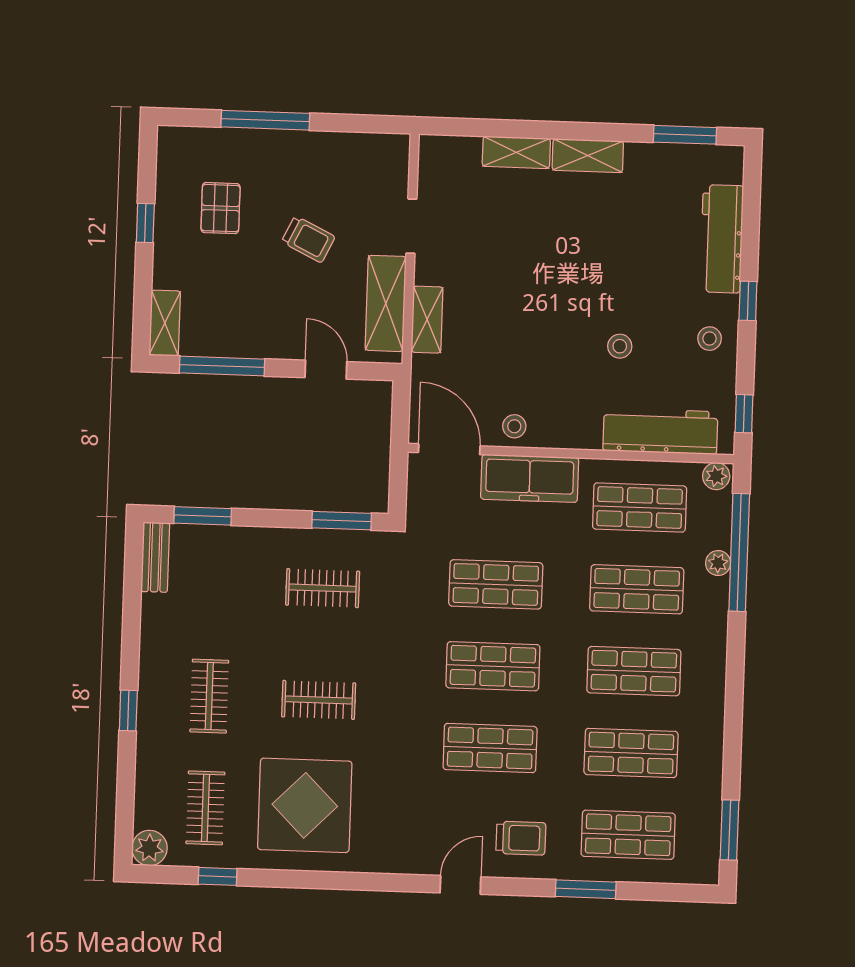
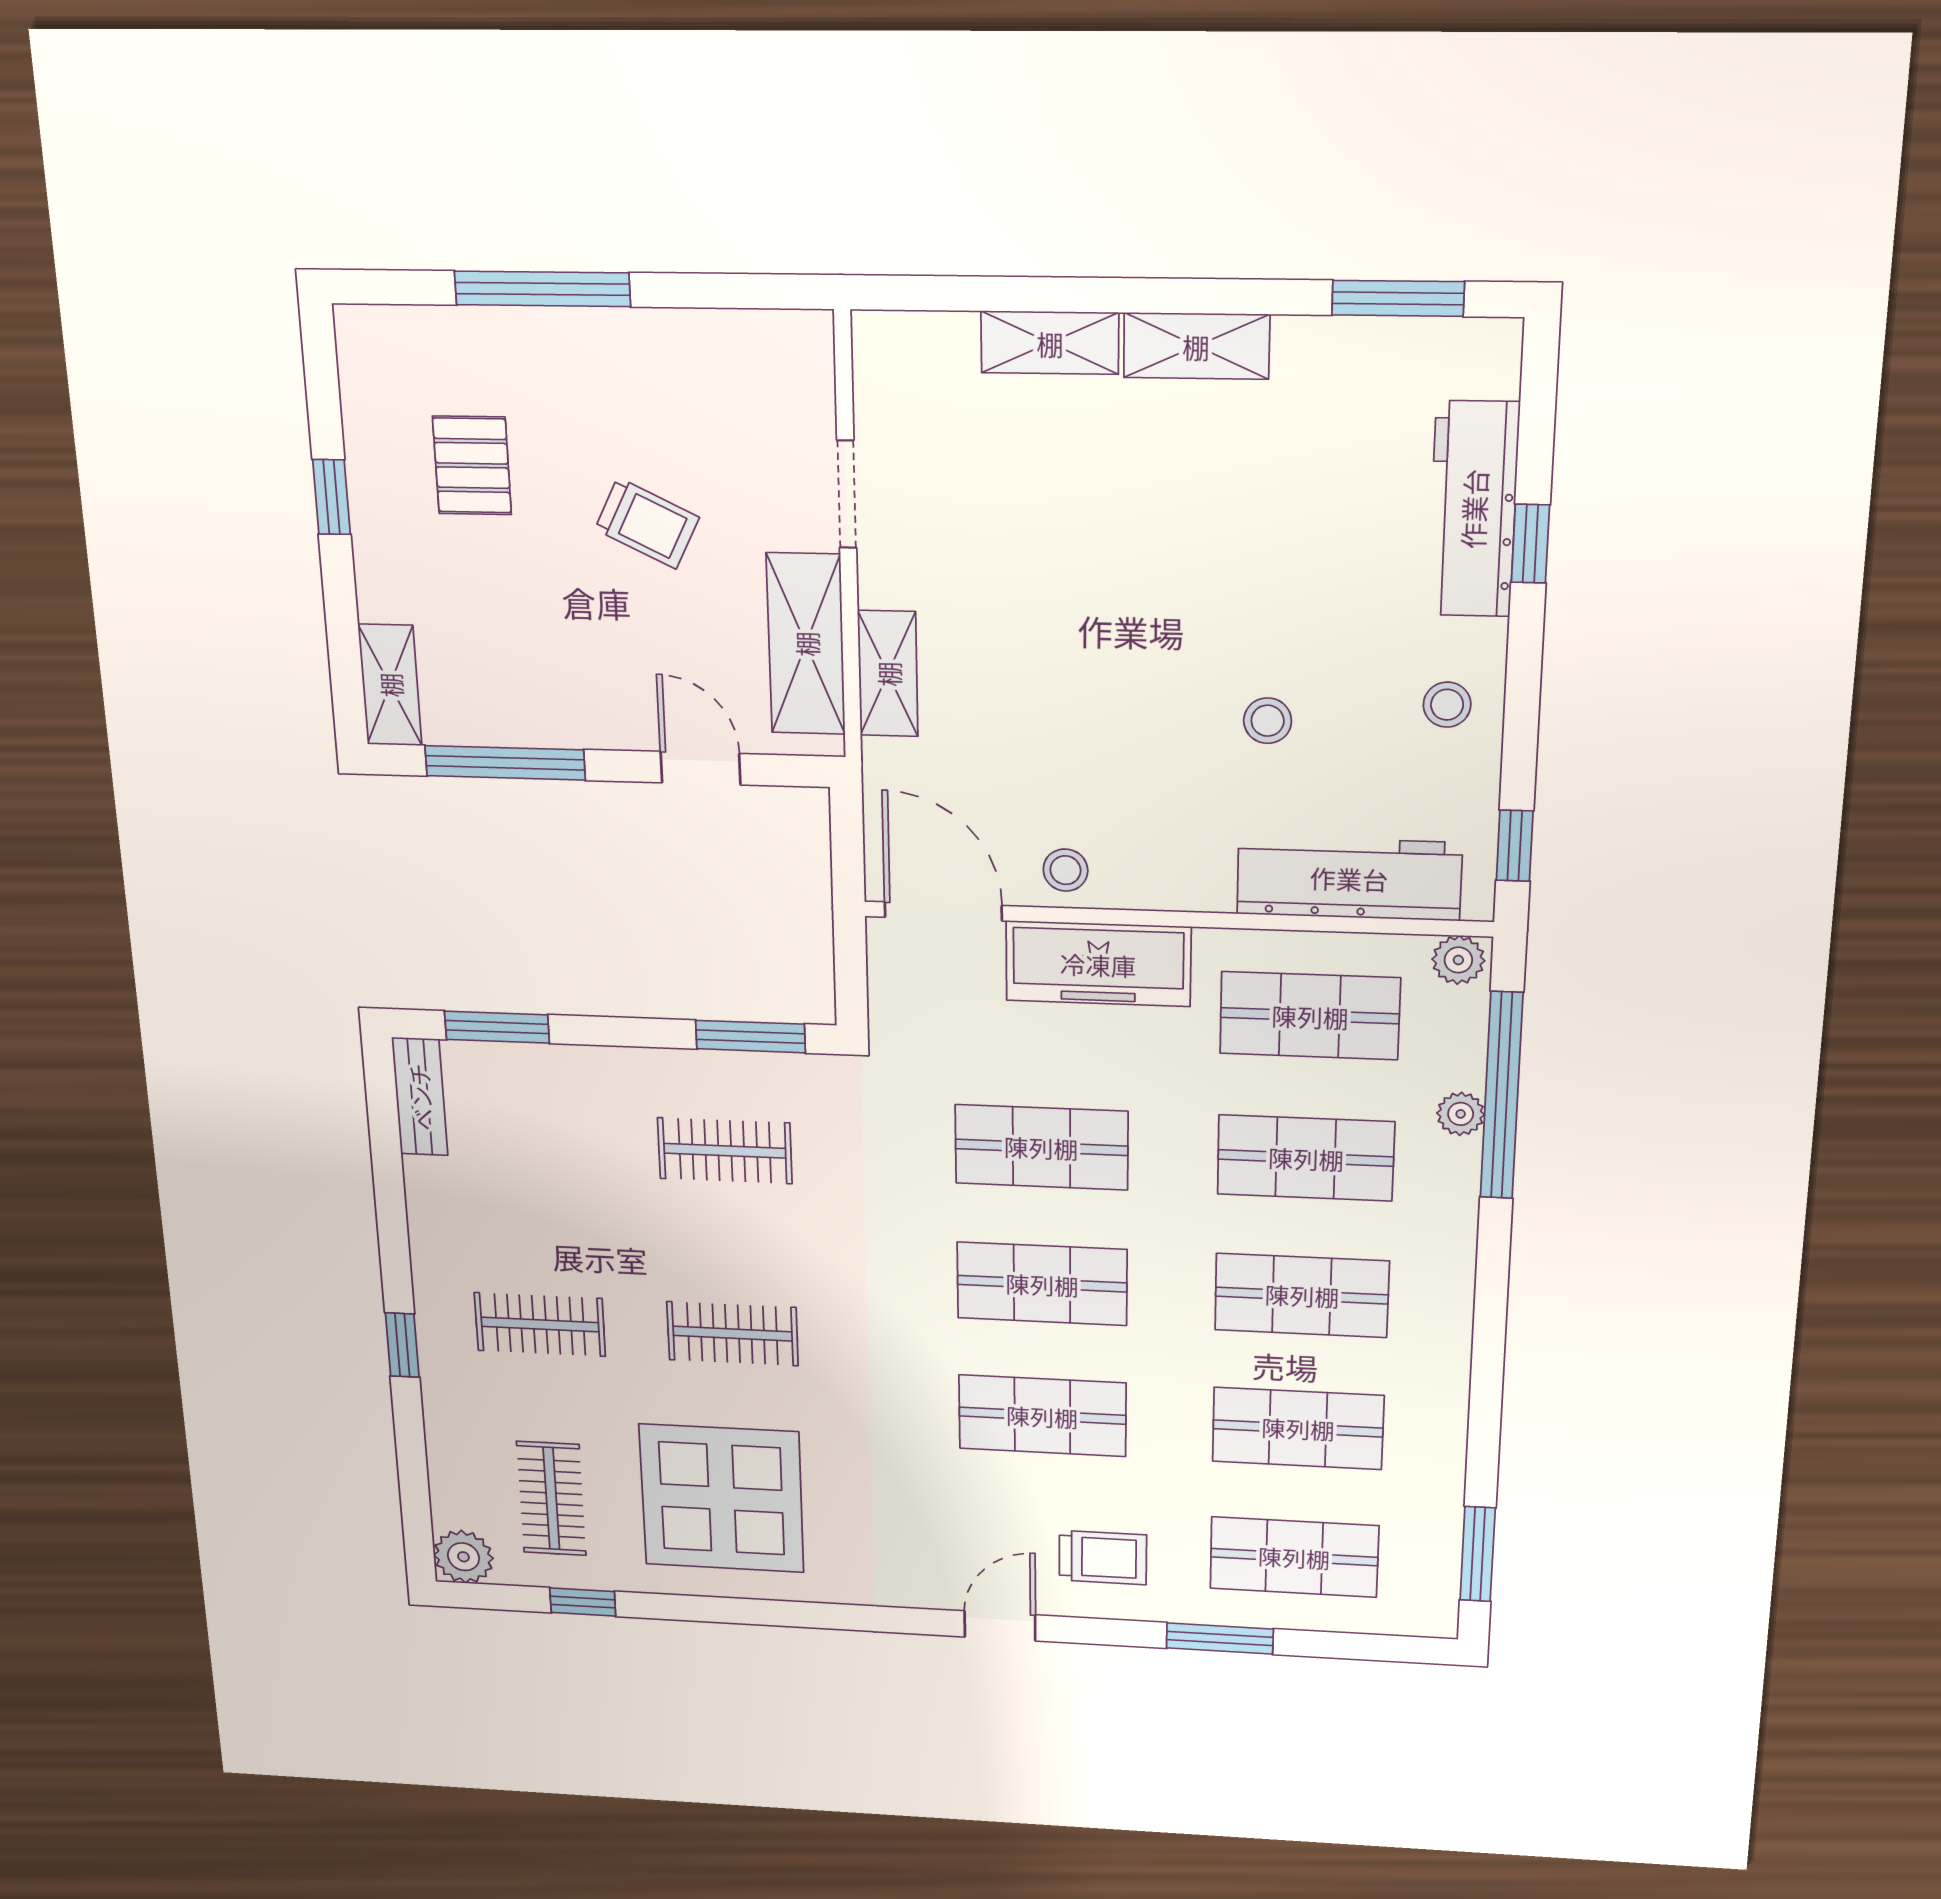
window: (748, 301) -> (1530, 544), moved
clothes rail: (209, 696) -> (540, 1325), turned 90

